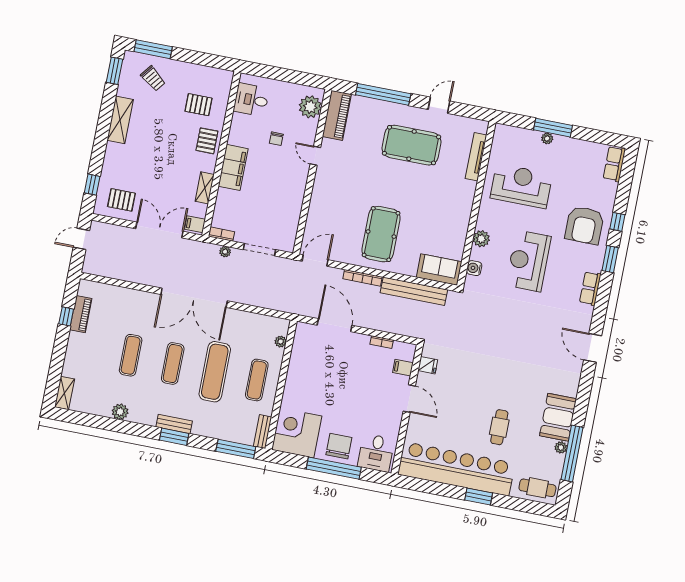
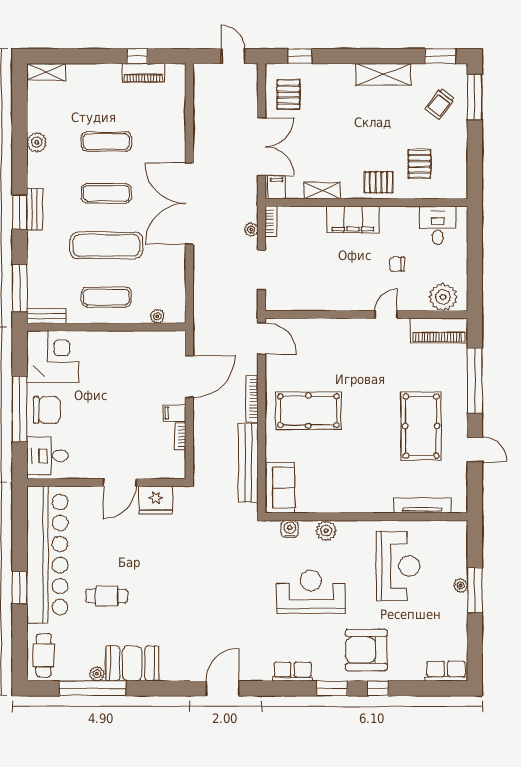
fridge: (428, 365) -> (156, 500), width x1.88, depth x1.34
filing cabinet: (403, 368) -> (175, 413), moved, turned -90

